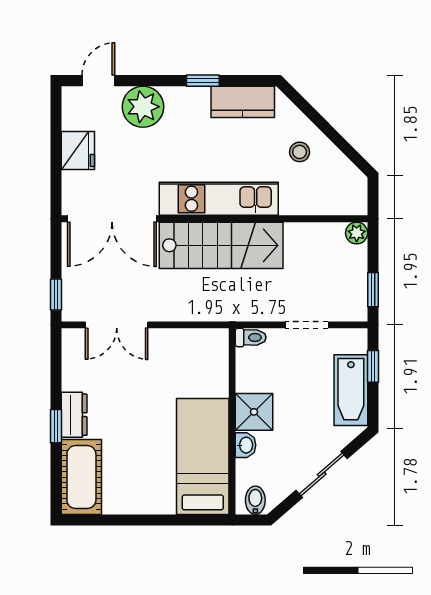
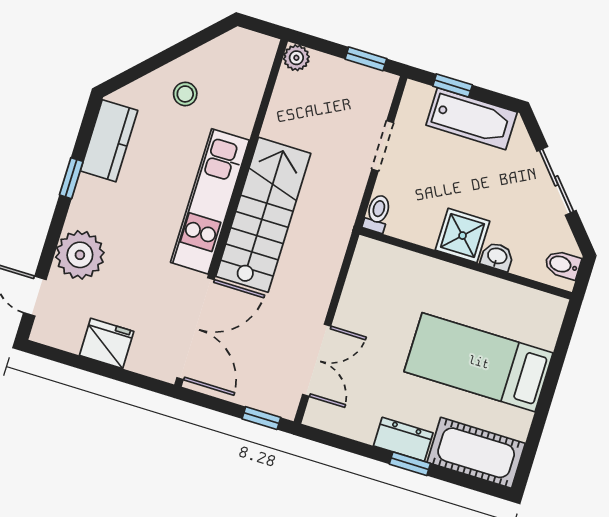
bed: (203, 456) -> (479, 362), moved

